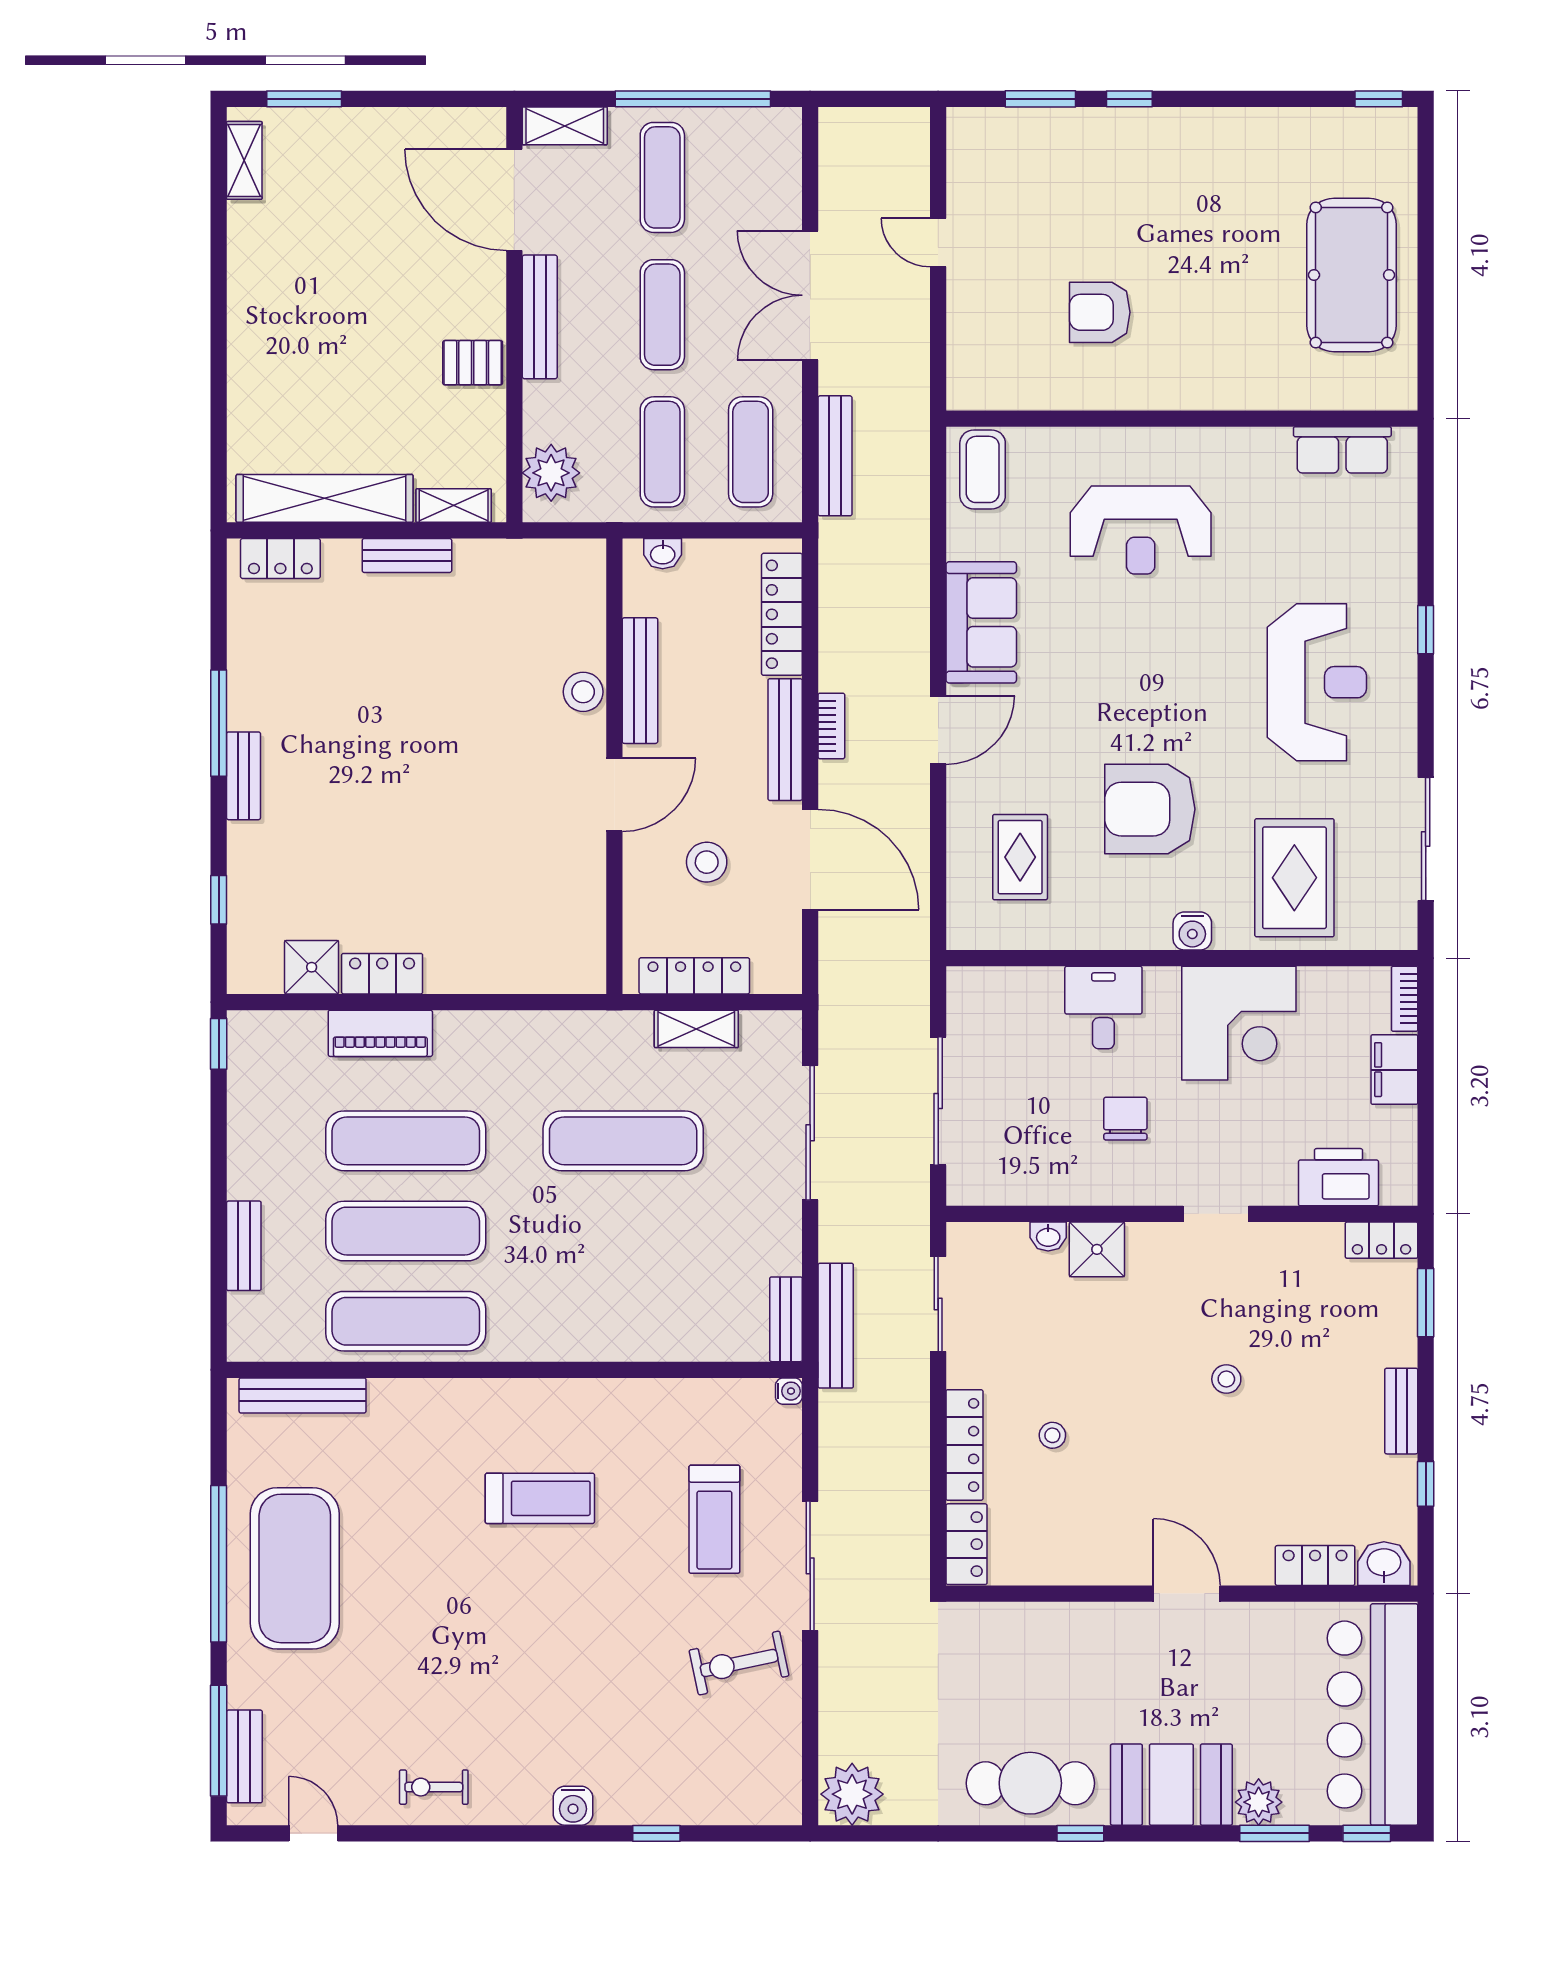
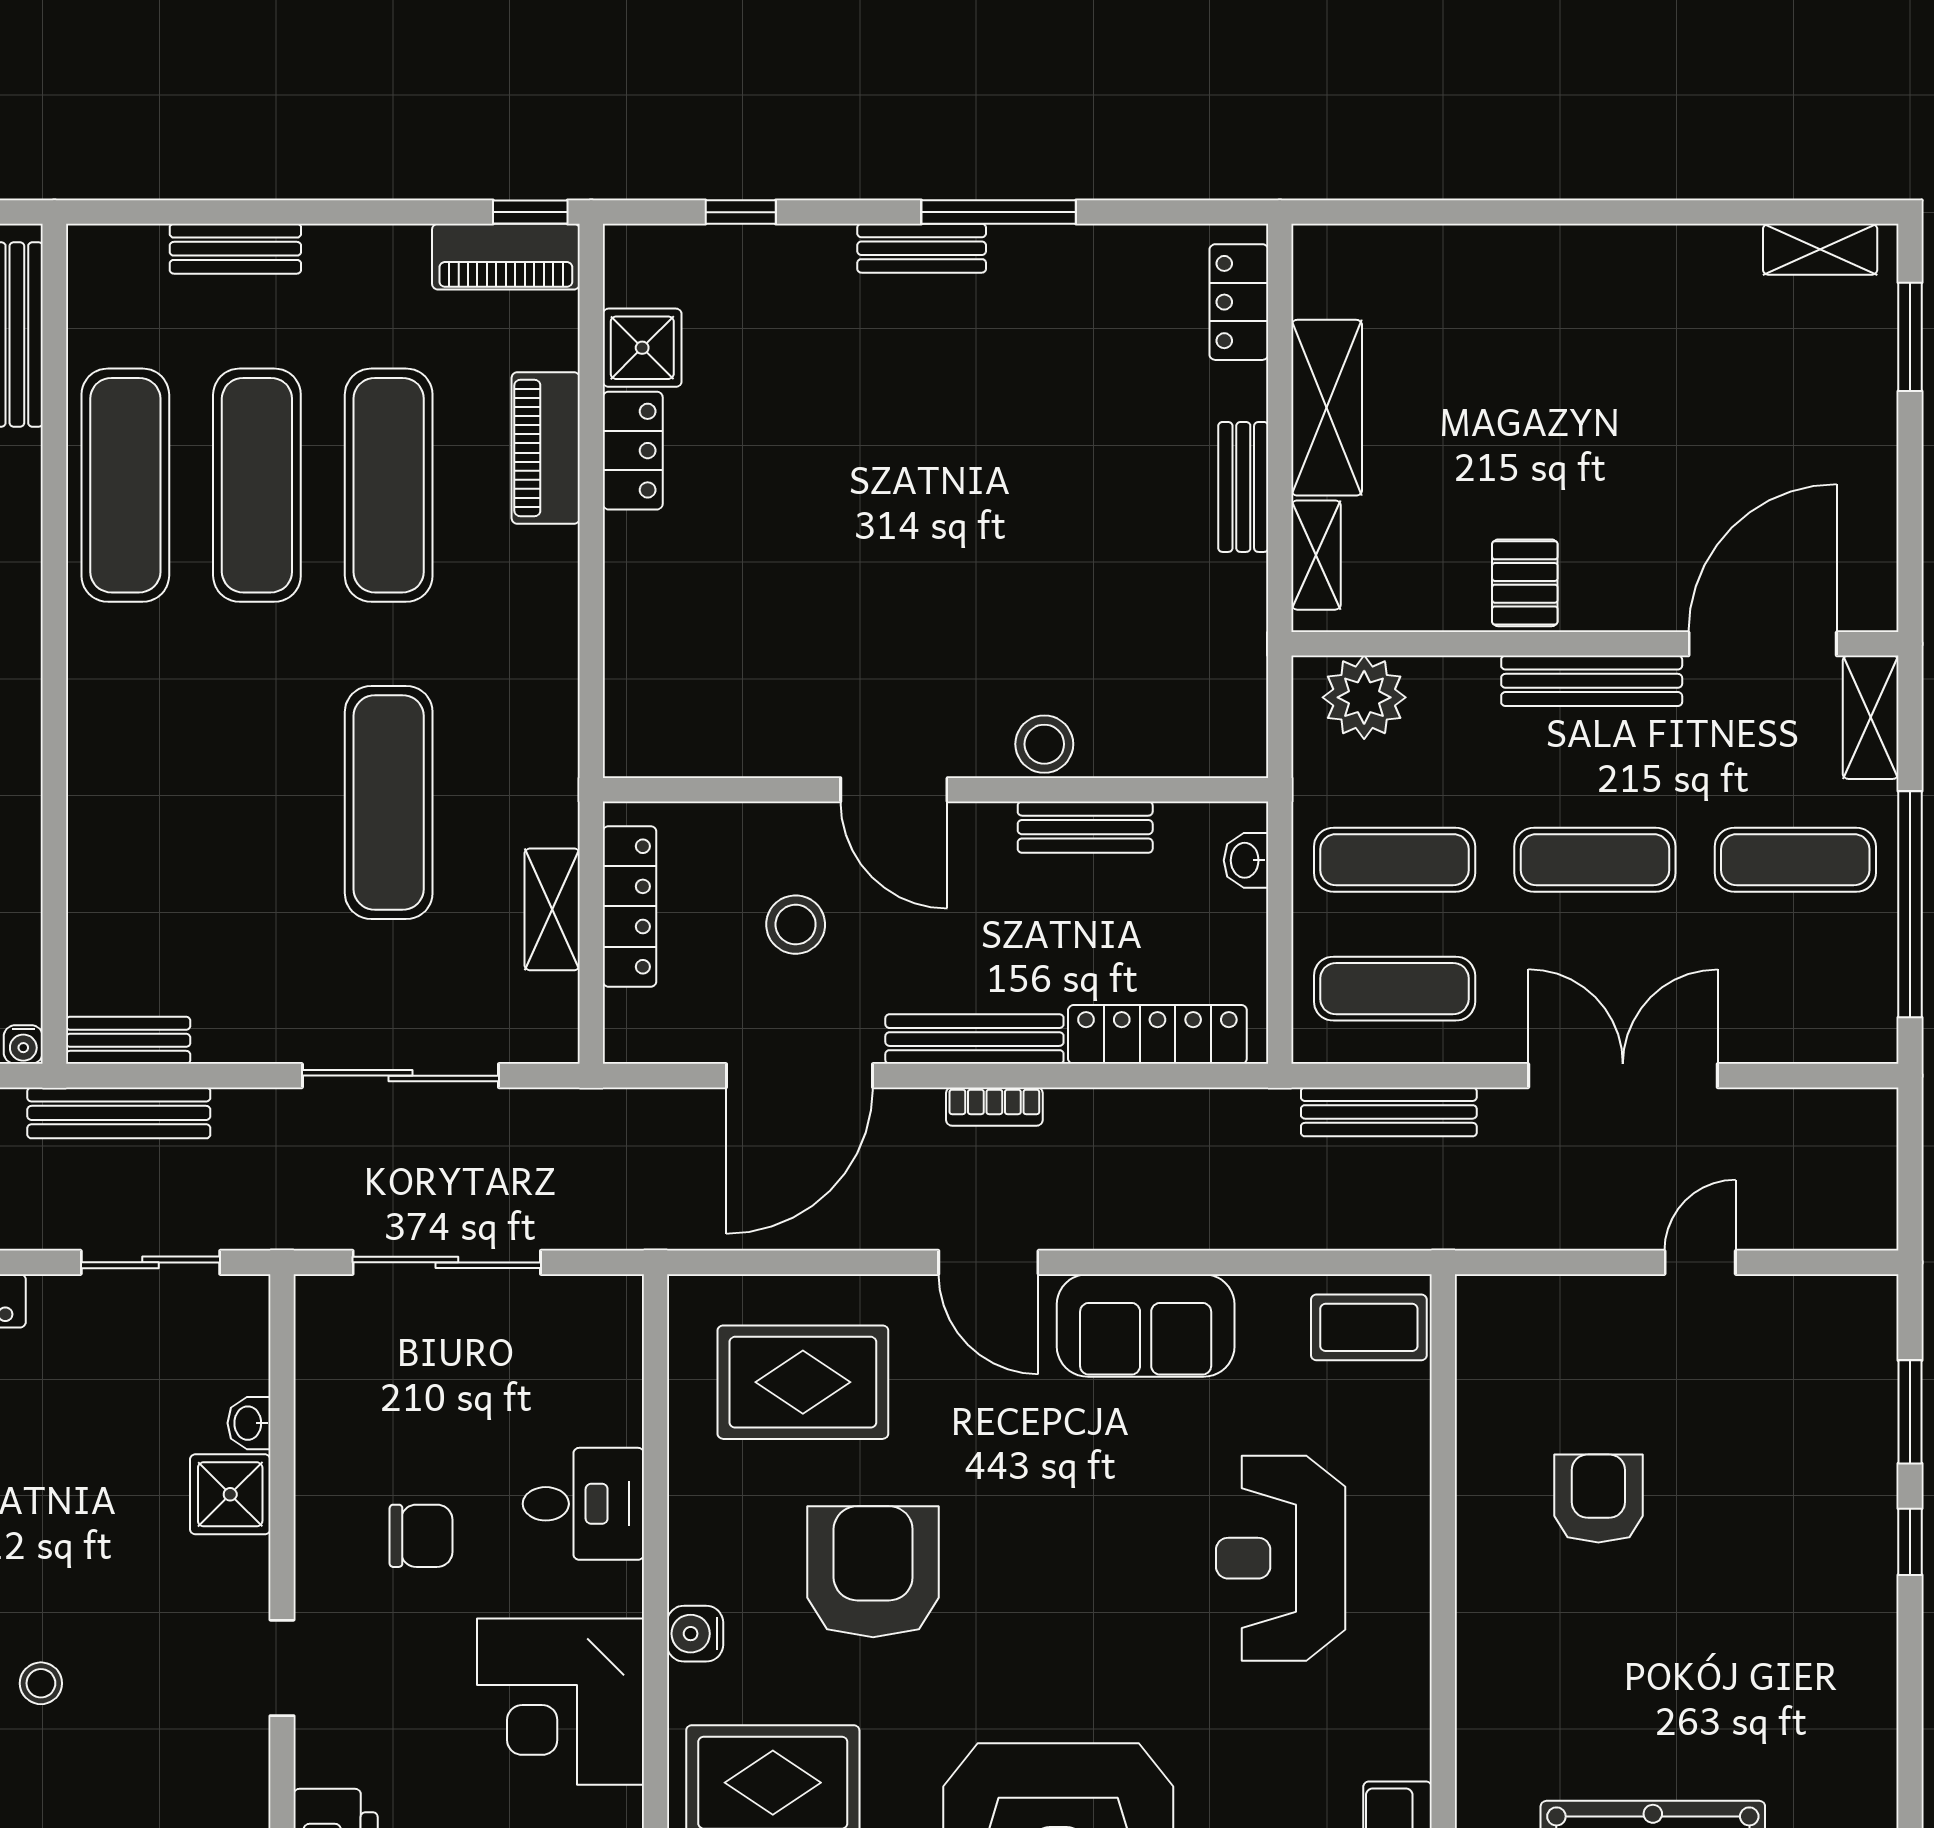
shelving: (325, 498) -> (1327, 408), width x0.68
bench: (640, 681) -> (1085, 827), width x0.73
rug: (1020, 857) -> (803, 1382), width x1.36, depth x1.43
piano: (249, 1061) -> (506, 257), added

